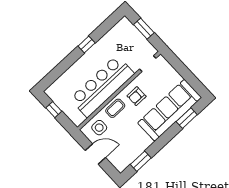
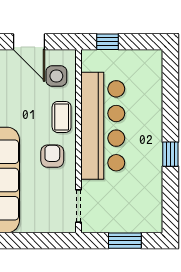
window: (54, 110) -> (107, 42), moved
door: (95, 154) -> (29, 42), hinge flipped

